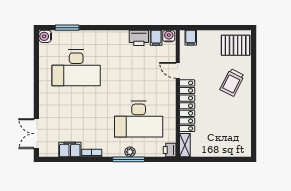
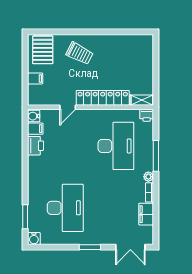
filing cabinet: (191, 38) -> (35, 78), moved
window: (36, 93) -> (90, 247), added
plant: (130, 152) -> (148, 177), moved

